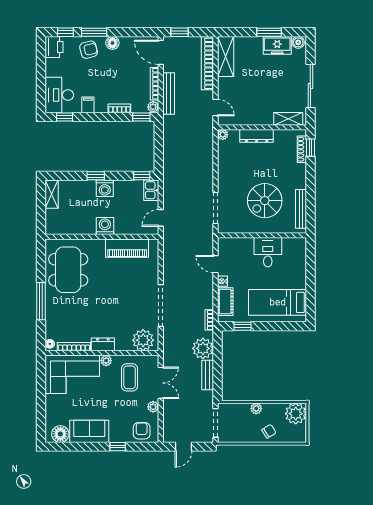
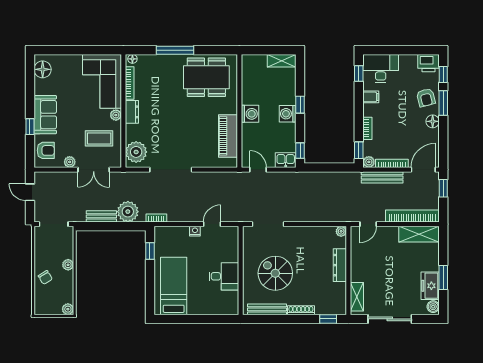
shoe rack: (302, 149) -> (301, 310), moved
cot: (225, 302) -> (175, 234), removed
plant: (296, 414) -> (68, 309), width x0.53, depth x0.53
sofa: (89, 431) -> (45, 115), moved

